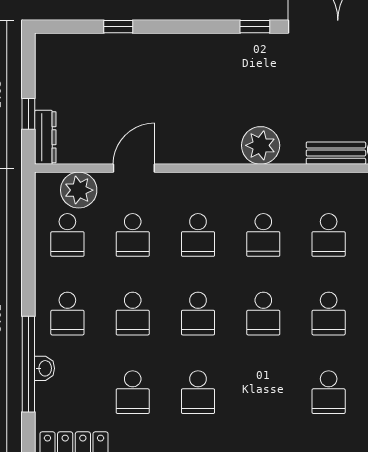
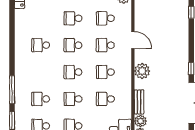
door: (134, 168) -> (133, 40), moved
school desk: (133, 392) -> (41, 18), removed

